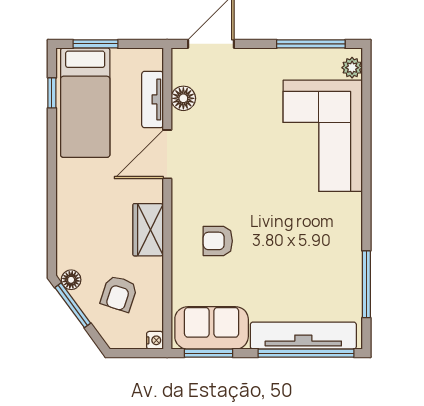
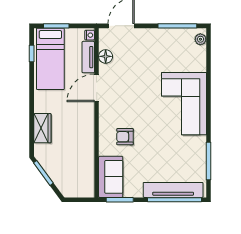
corner sofa: (323, 136) -> (184, 104), moved
wardrobe: (148, 230) -> (42, 128), moved, turned 180
floor lamp: (71, 280) -> (42, 159), removed
armchair: (119, 294) -> (69, 166), removed
sofa: (212, 328) -> (111, 177), moved, turned 90
nightstand: (155, 340) -> (90, 35), moved

